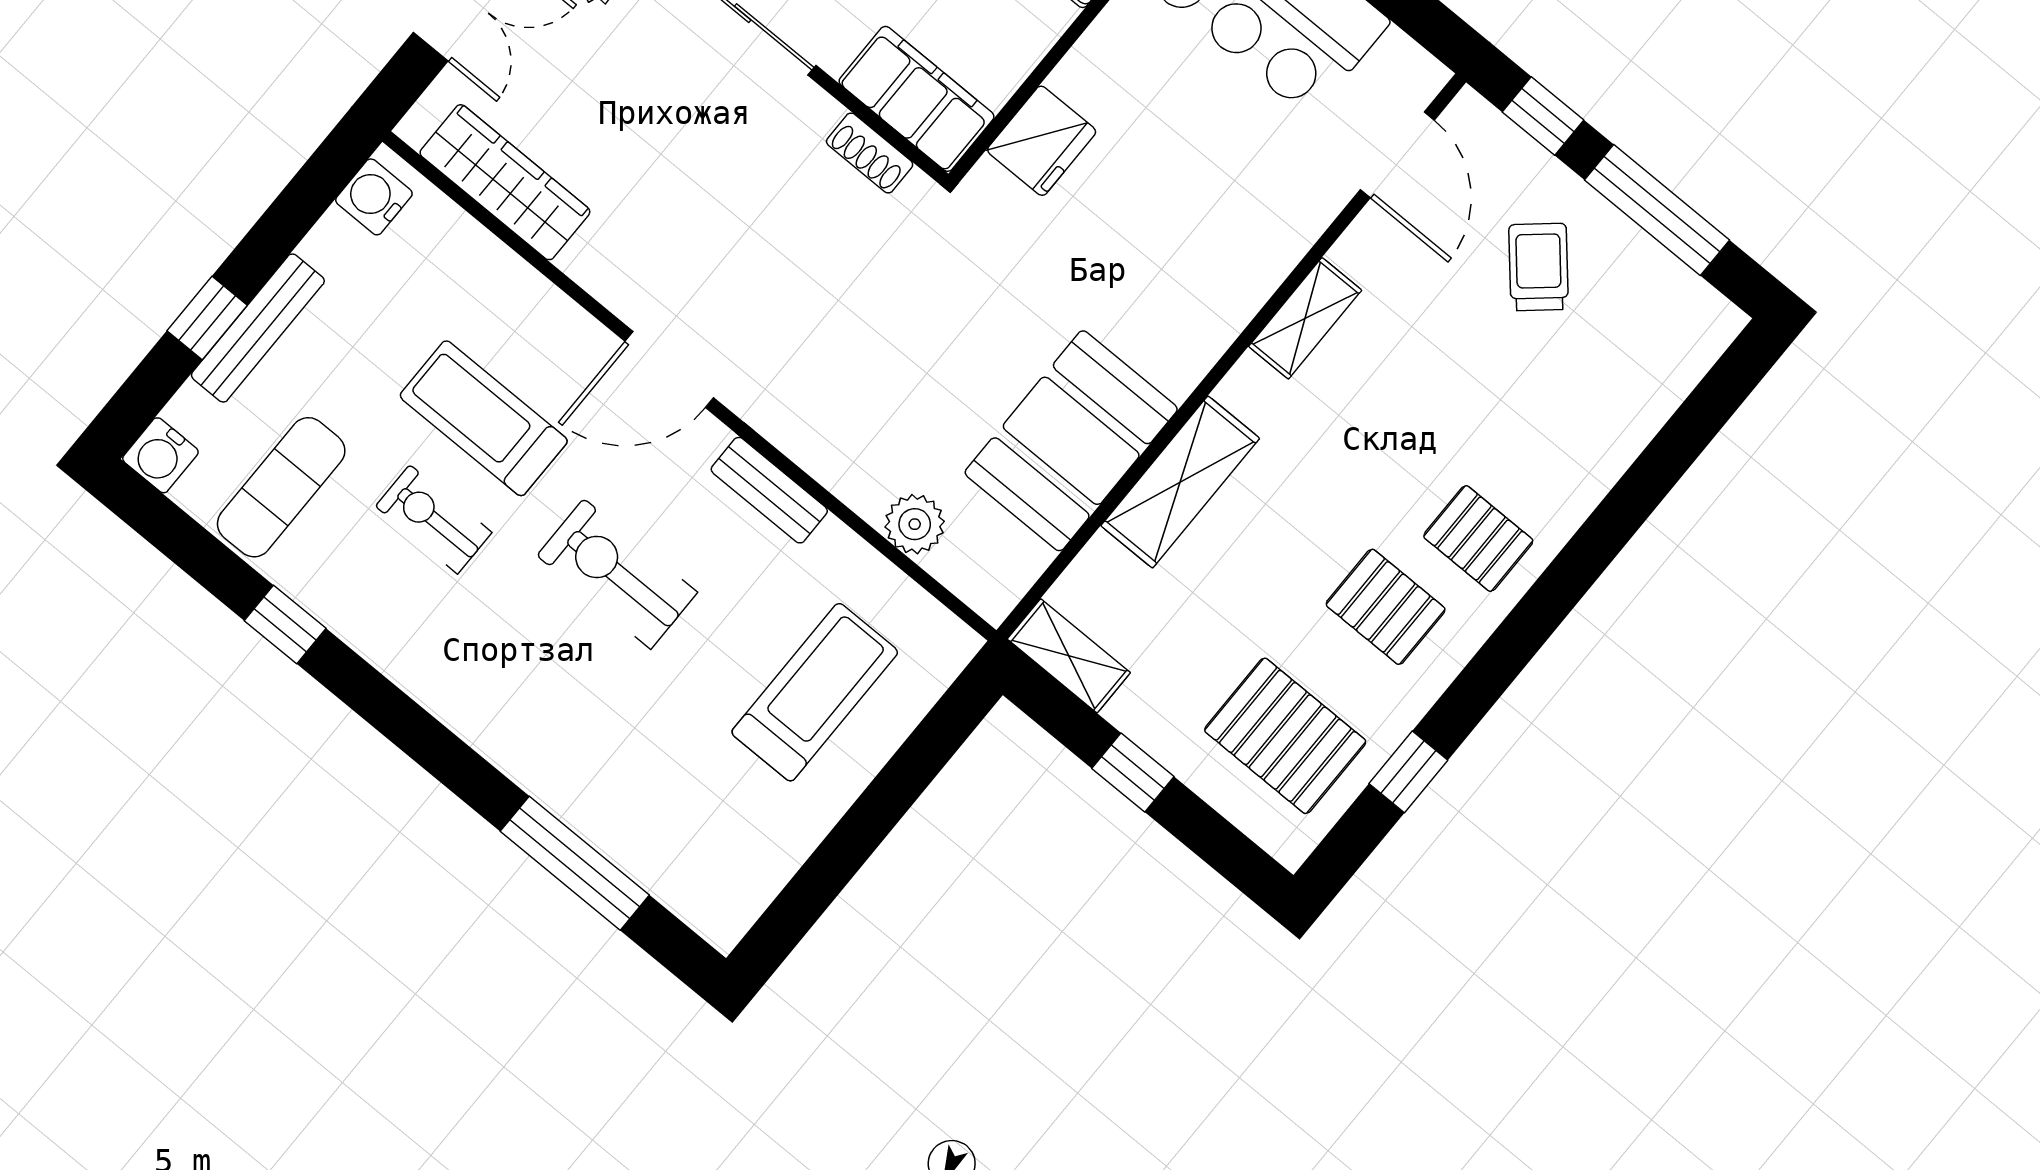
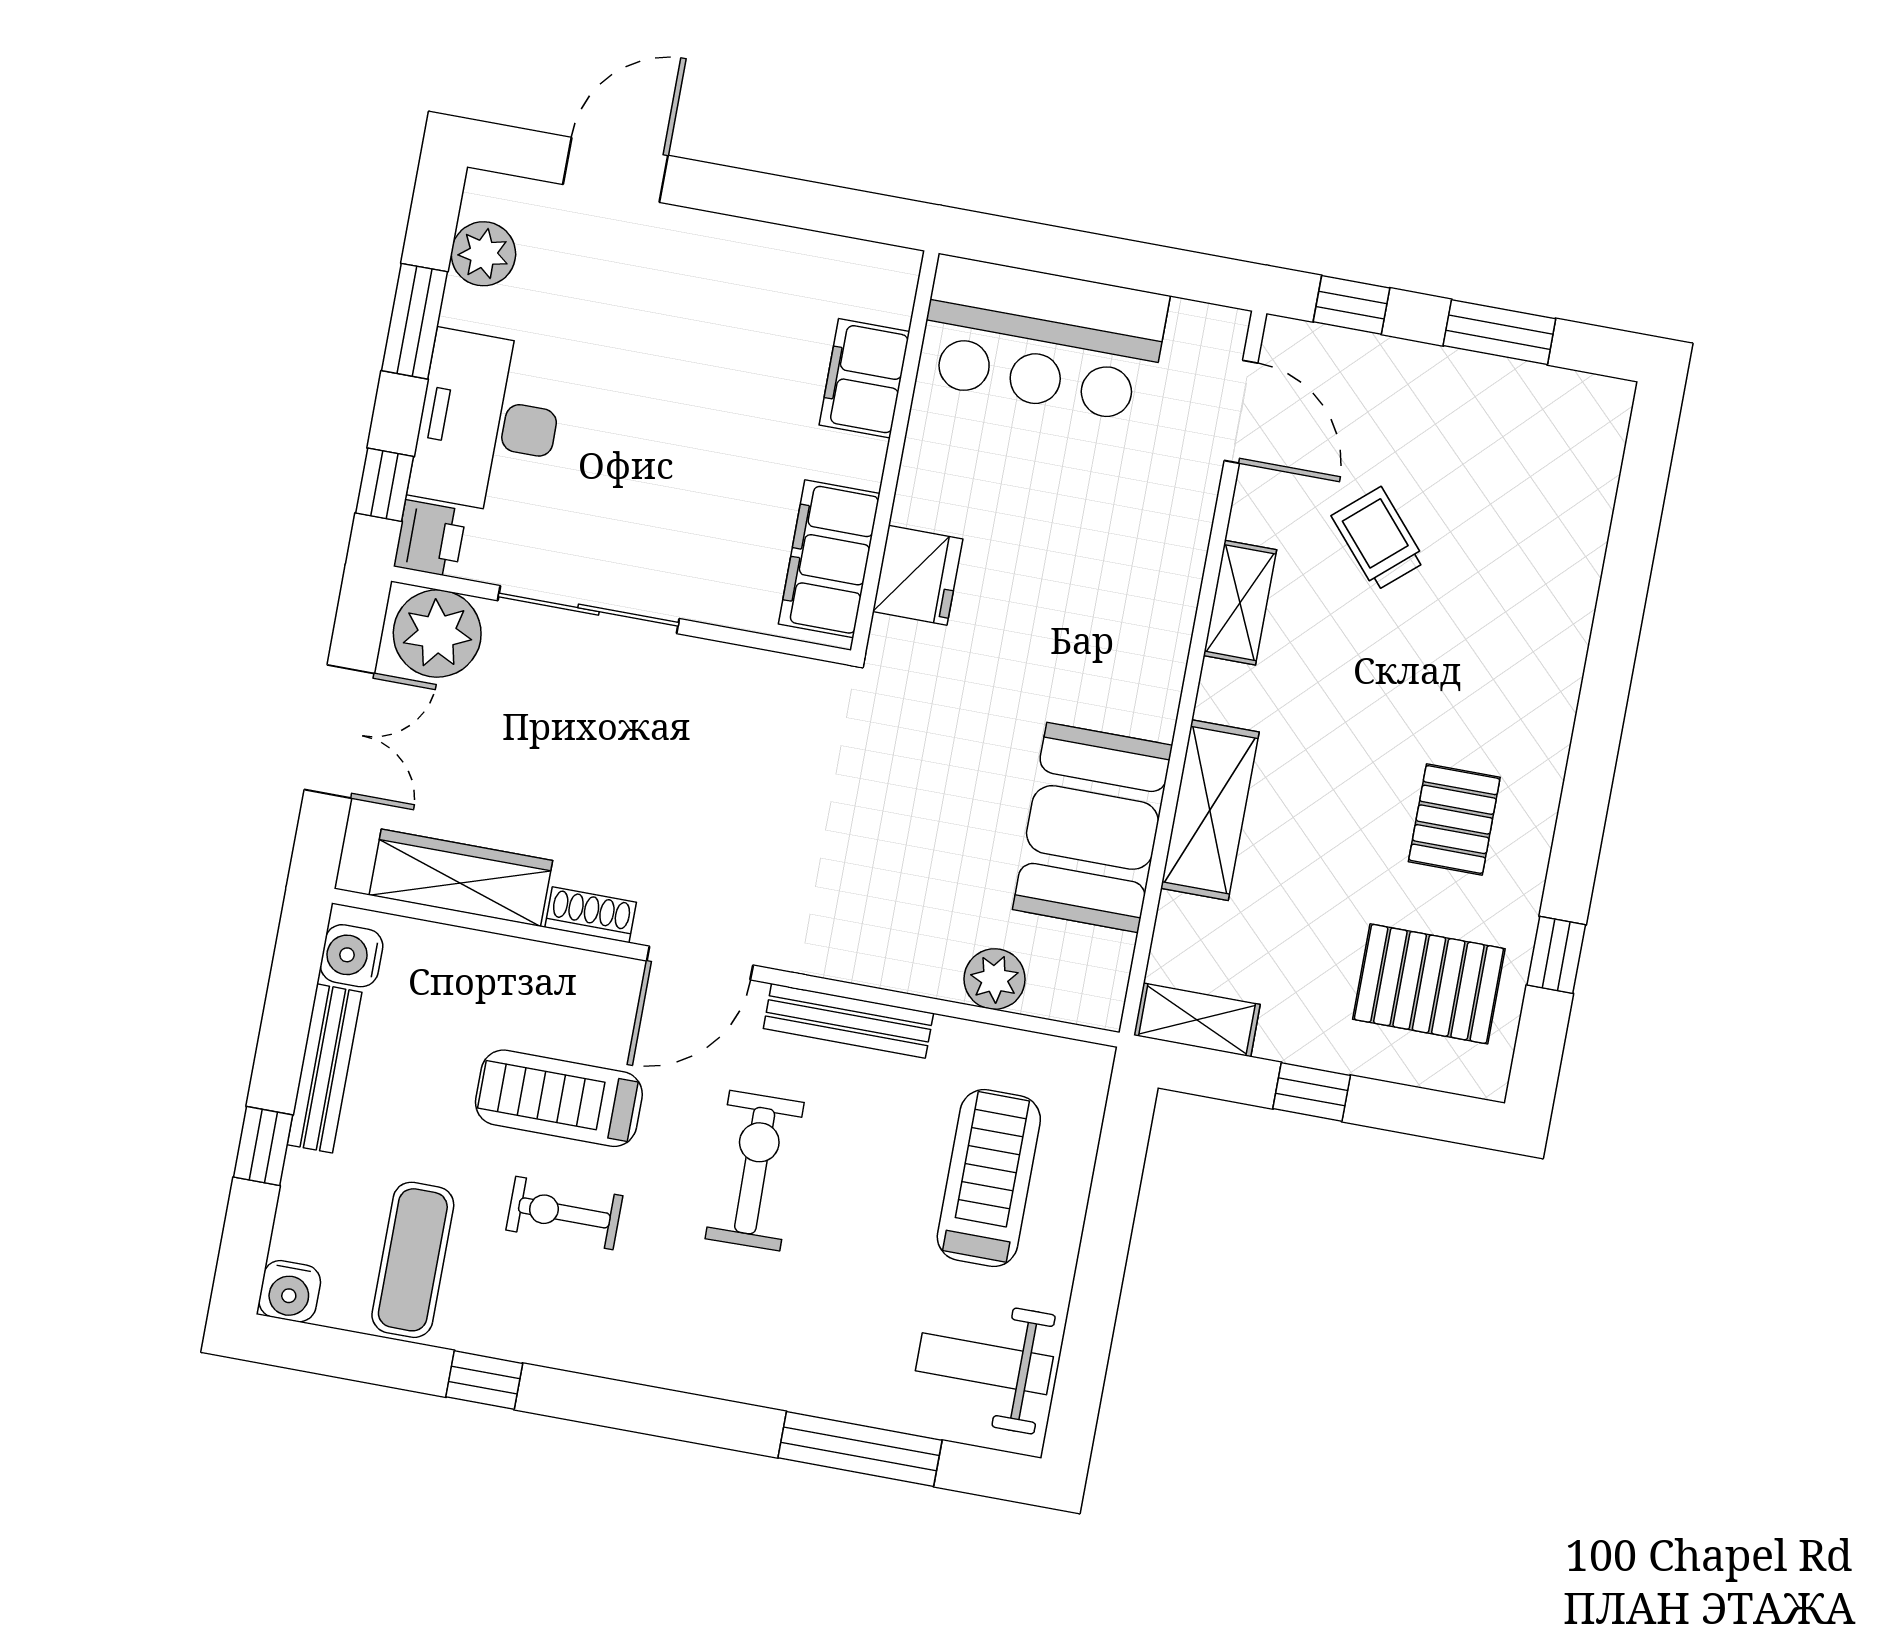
filing cabinet: (916, 99) -> (829, 559), moved, turned -90
shoe rack: (870, 153) -> (591, 915), moved, turned 180
window: (1657, 210) -> (1499, 332), width x0.69
trolley: (1539, 267) -> (1378, 539), moved
bench: (258, 328) -> (325, 1068), moved
bench: (769, 490) -> (848, 1021), width x1.36
pallet: (1478, 538) -> (1503, 713), removed
exercise bike: (617, 574) -> (755, 1171), turned 89
pallet: (1386, 607) -> (1454, 819), turned 90
weight bench: (722, 849) -> (984, 1364), added

